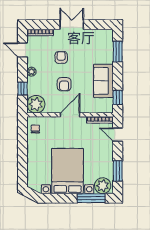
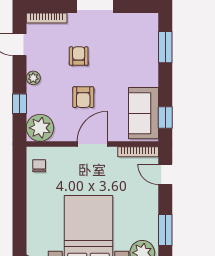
sofa: (103, 81) -> (144, 113), moved

